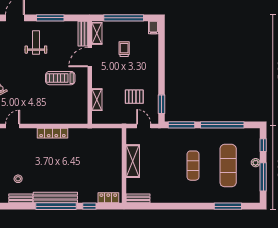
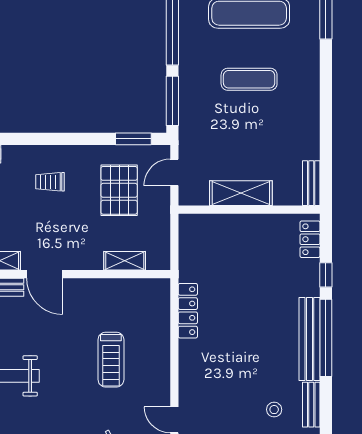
trolley: (124, 49) -> (50, 182), moved
treadmill: (60, 78) -> (111, 360), moved
pallet: (134, 97) -> (119, 190), width x1.50, depth x1.42
locker: (52, 133) -> (188, 311), moved

